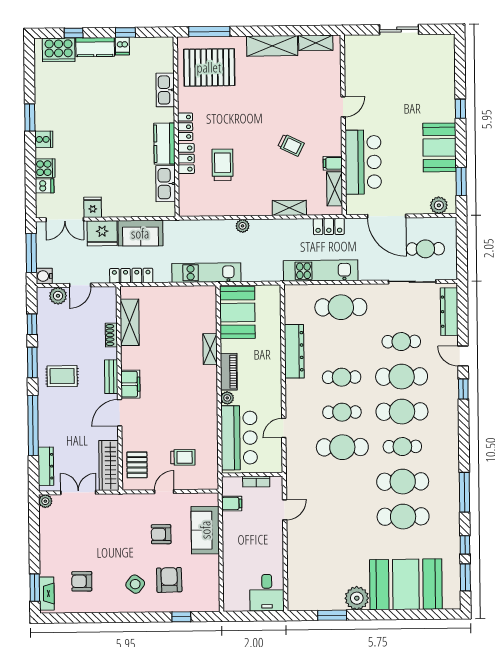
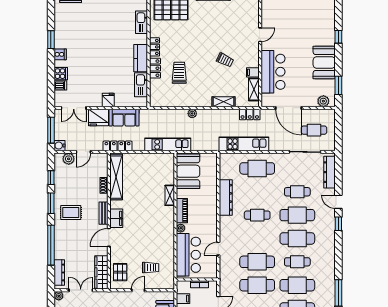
fridge: (93, 207) -> (108, 100), moved
shelving: (130, 322) -> (116, 177), width x1.47
cafe table: (342, 412) -> (257, 285), moved, width x1.37, depth x1.35

